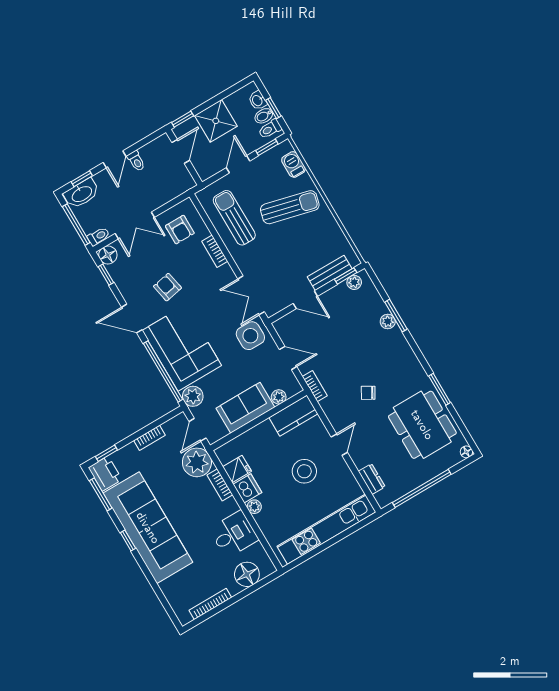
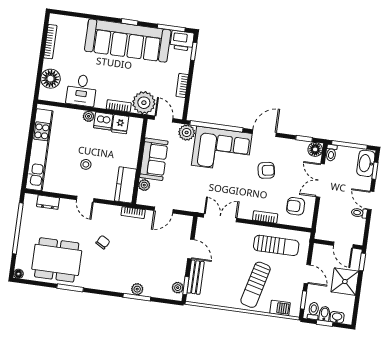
door: (305, 300) -> (191, 249), swing flipped
side table: (250, 336) -> (196, 198), removed
stool: (304, 471) -> (86, 164), width x0.53, depth x0.53

